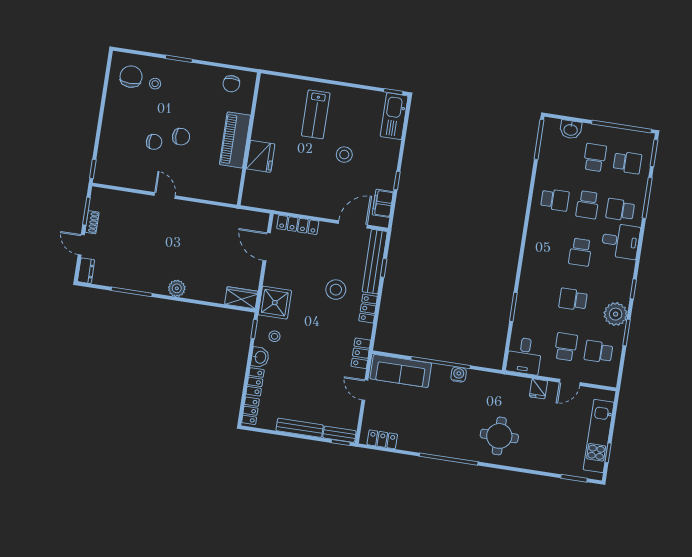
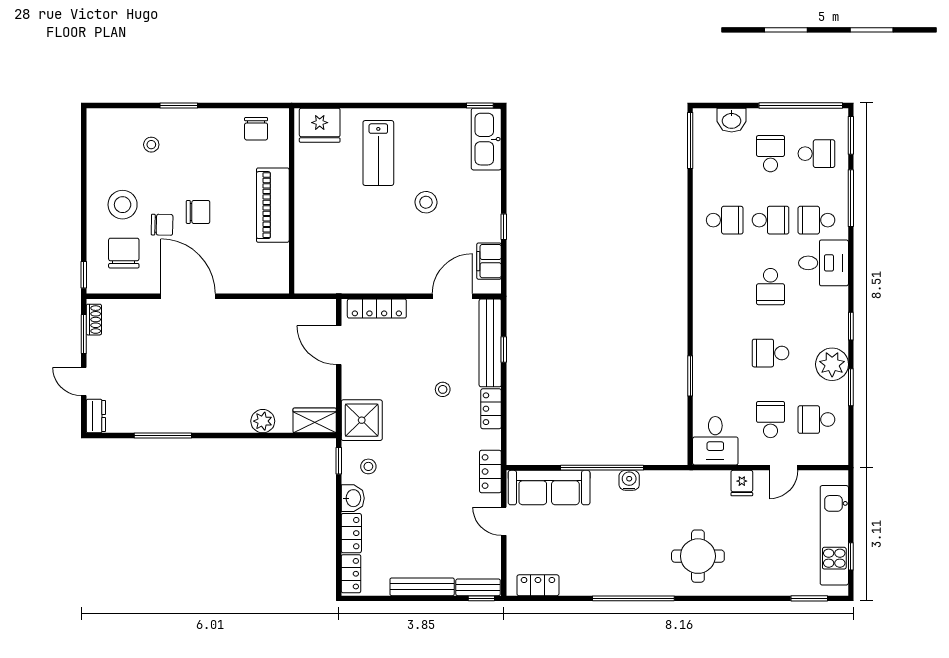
chair: (131, 77) -> (124, 253), moved
stool: (128, 123) -> (123, 205), added
fridge: (261, 156) -> (320, 125), moved, turned 90
door: (165, 196) -> (188, 296), width x1.88
school desk: (588, 205) -> (771, 220), turned -90
shoe rack: (92, 222) -> (94, 320), moved
plant: (177, 288) -> (263, 421), moved
stool: (336, 290) -> (443, 389), width x0.53, depth x0.53

